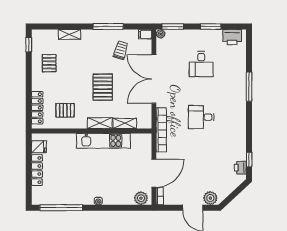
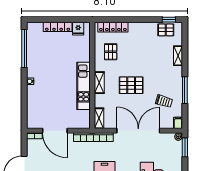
pallet: (49, 63) -> (166, 30), moved
shelving: (125, 123) -> (99, 118), moved
plant: (141, 198) -> (33, 119), removed

